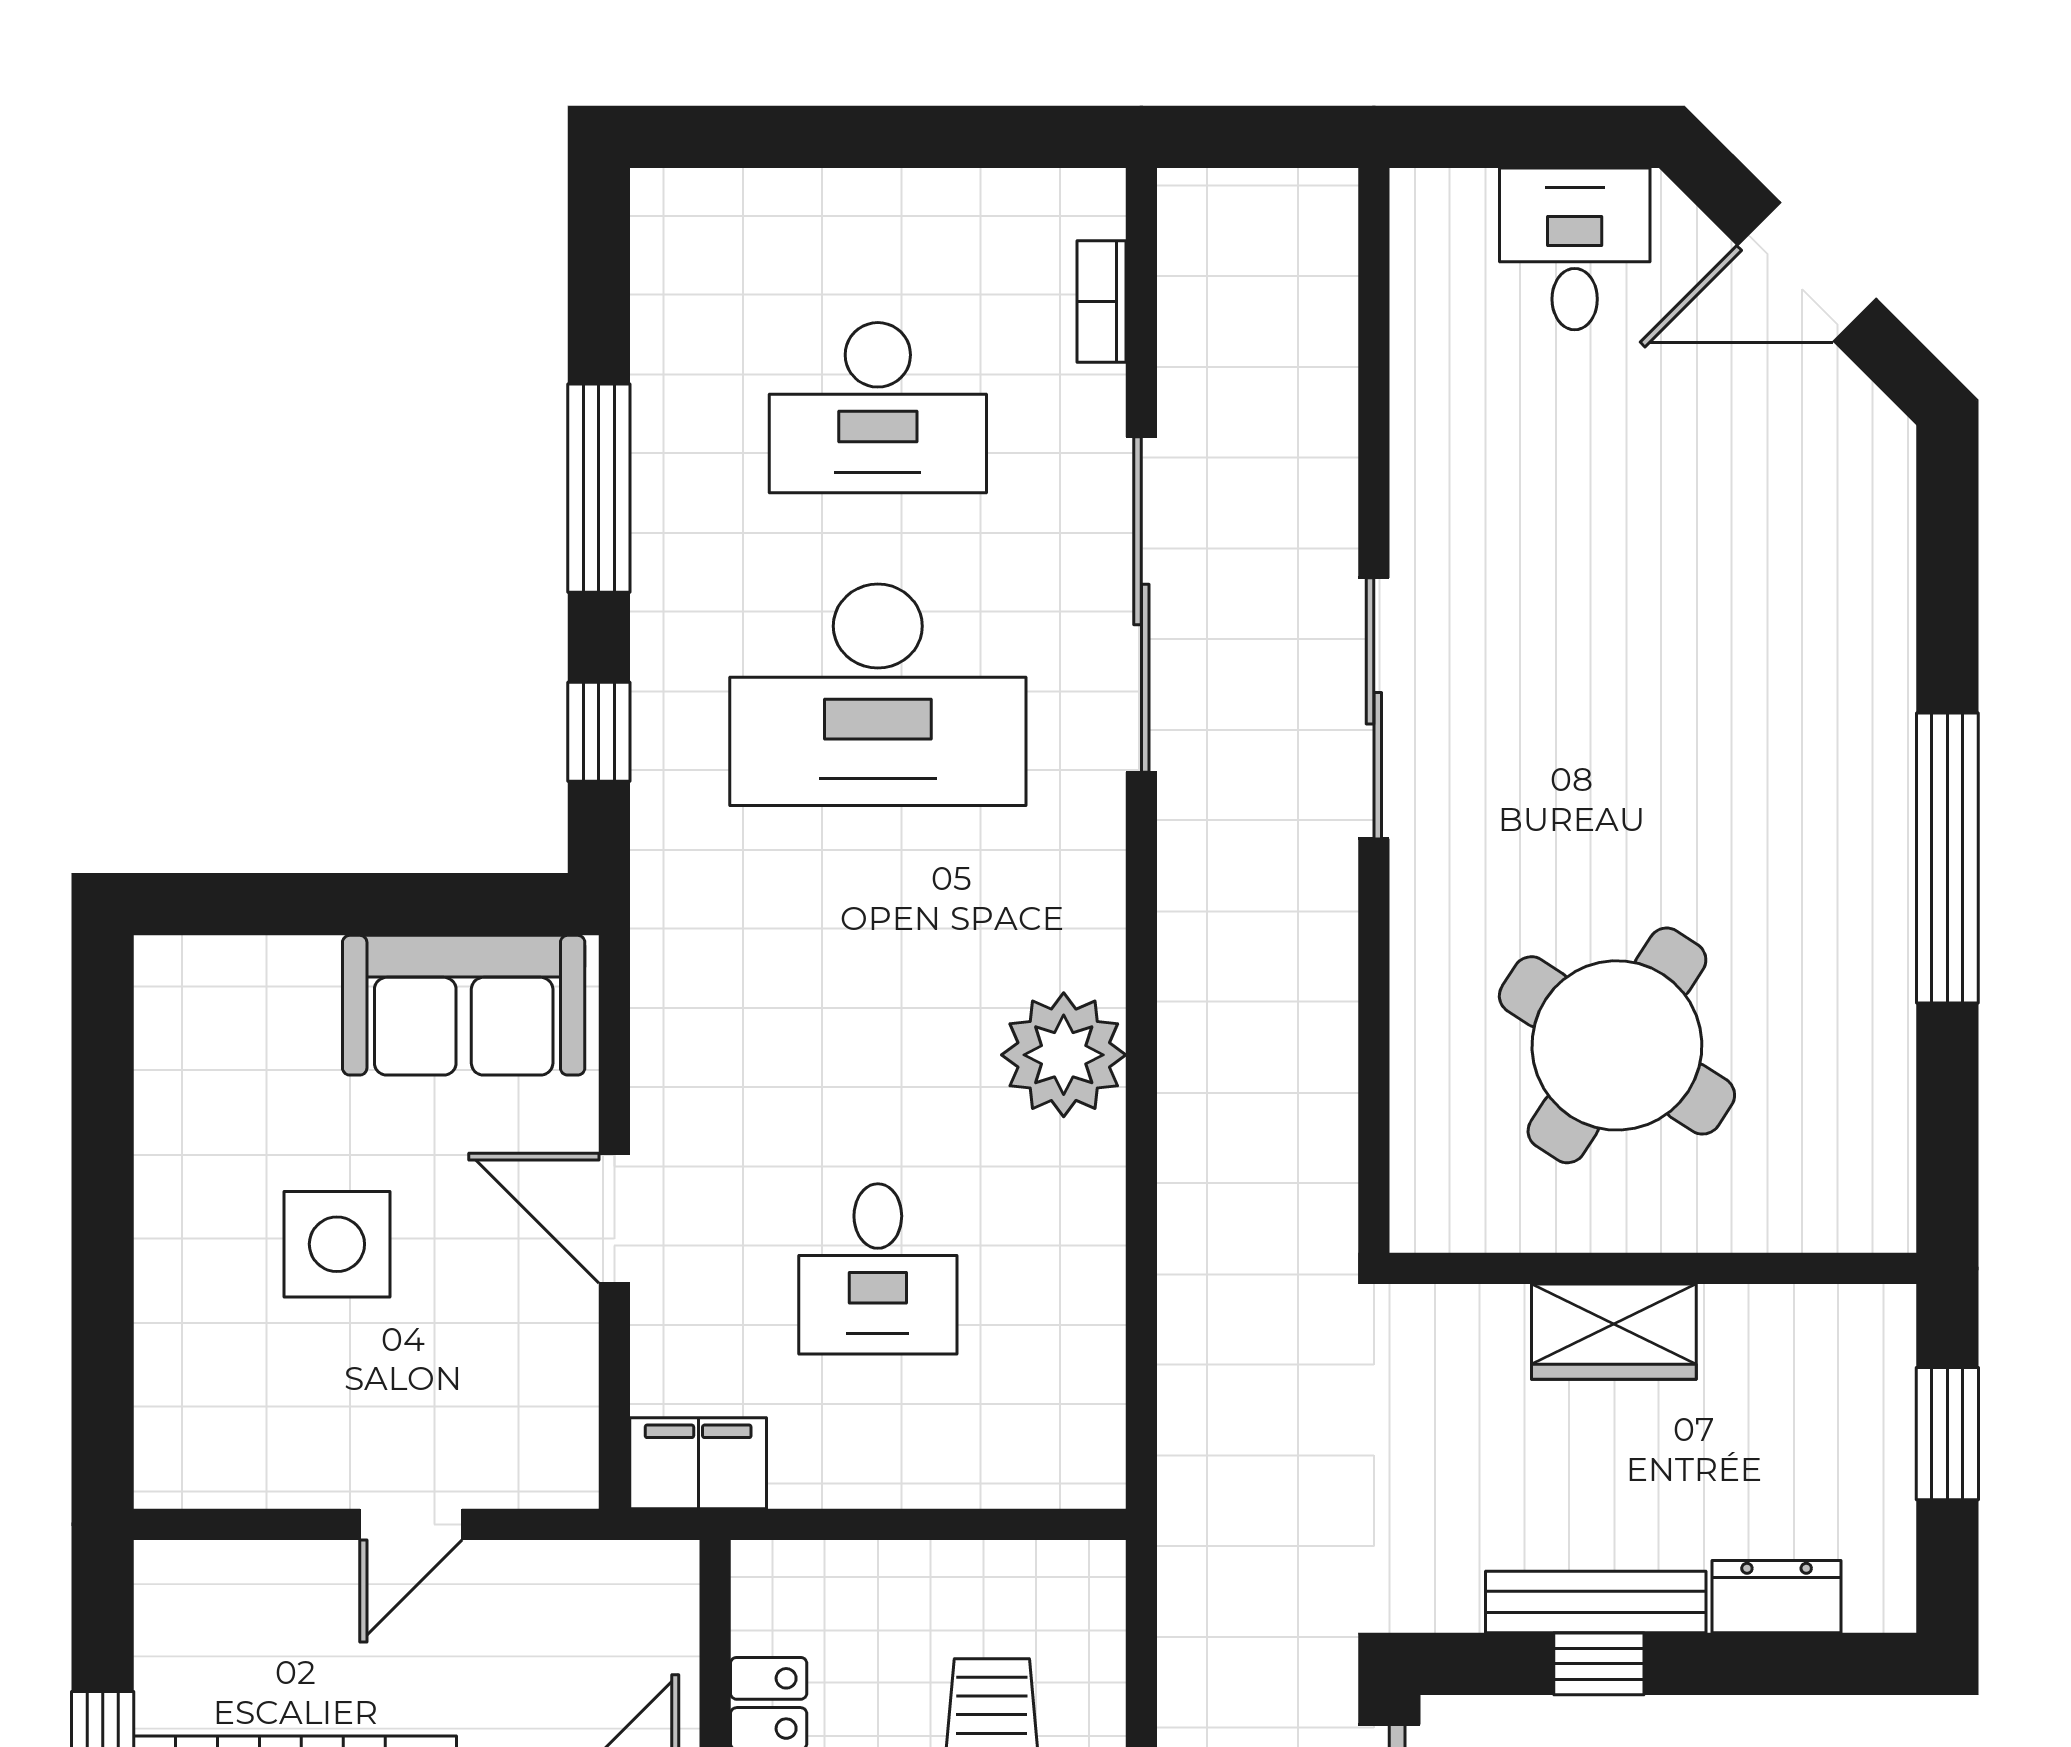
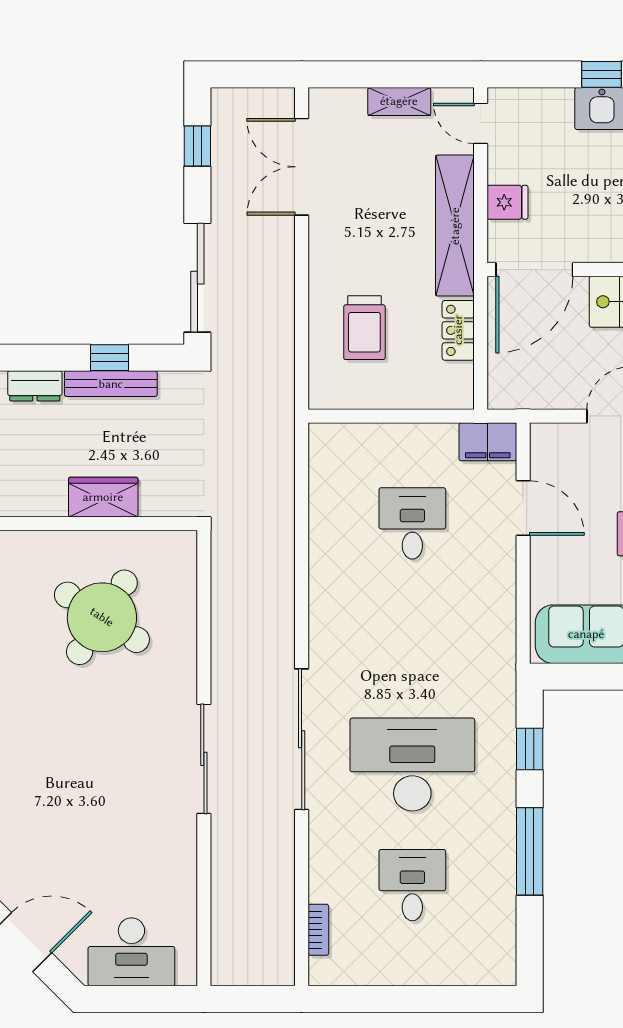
desk: (1575, 249) -> (131, 952), width x1.37
desk: (878, 408) -> (412, 885), width x0.73
sliding door: (1141, 604) -> (302, 739), moved
plant: (1064, 1055) -> (334, 613), removed
door: (614, 1218) -> (523, 508), moved

